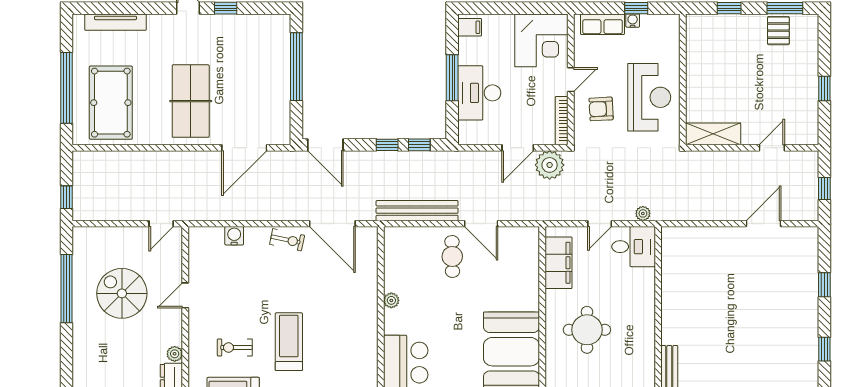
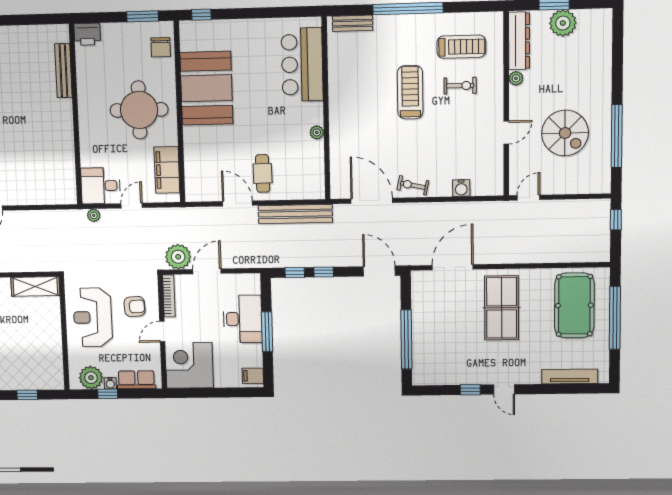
plant: (654, 27) -> (91, 378), added
round table: (587, 330) -> (139, 110), width x1.36, depth x1.36
treadmill: (289, 342) -> (410, 92), turned 180

